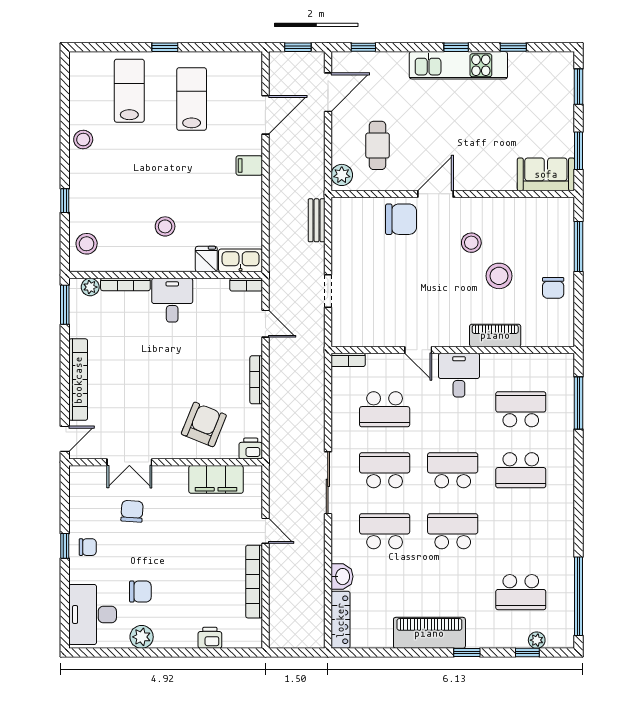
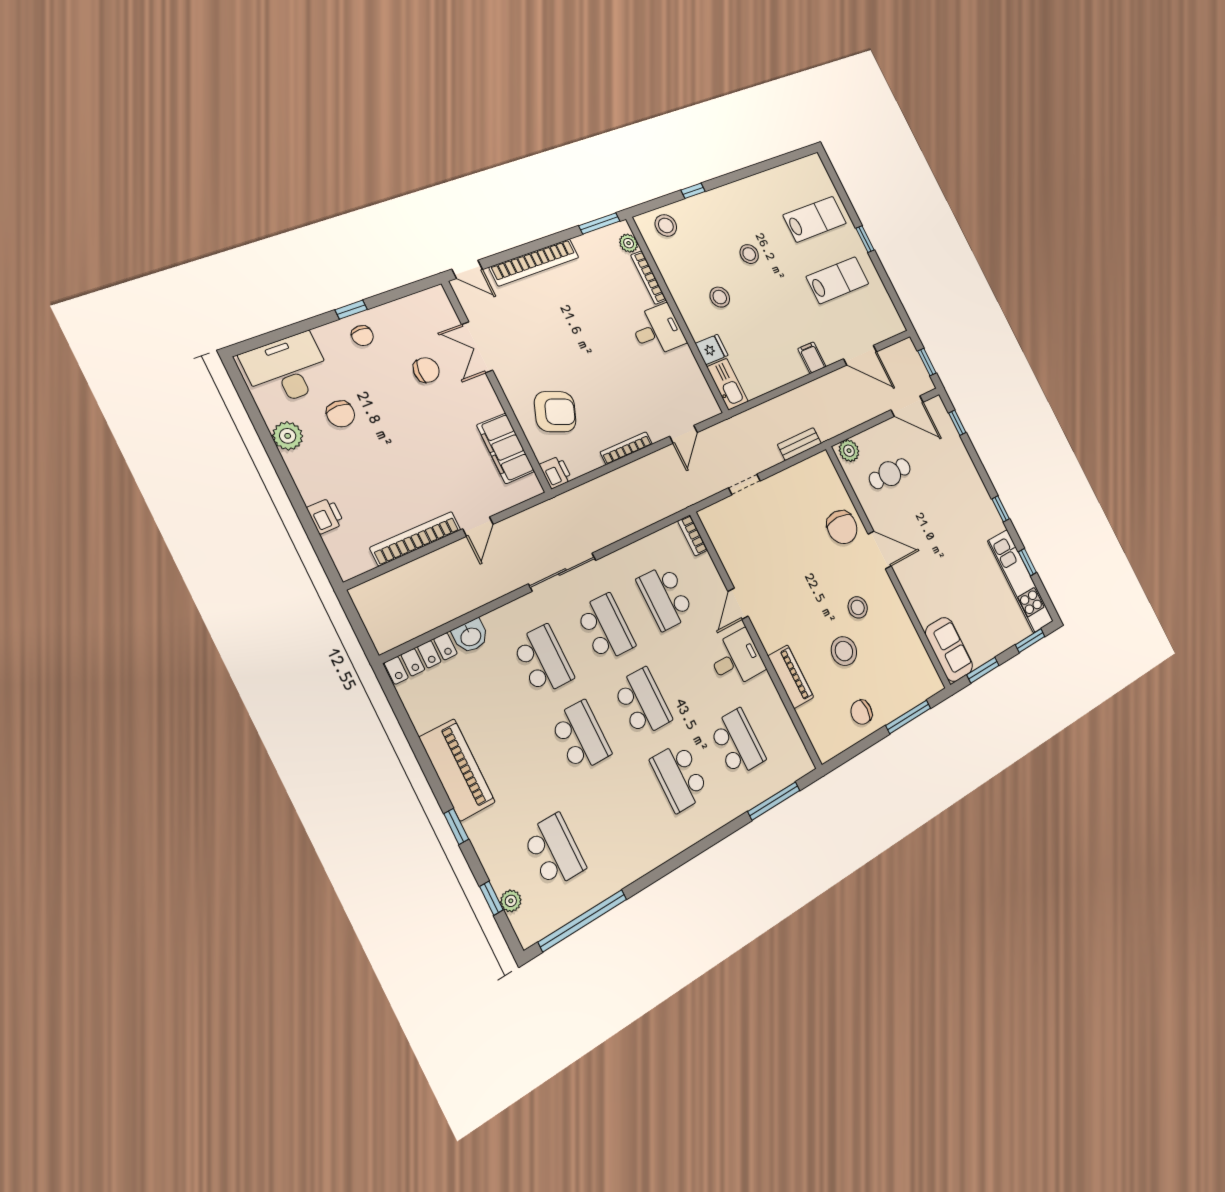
kitchen unit: (458, 65) -> (1020, 581), moved
stool: (83, 140) -> (749, 254), moved
bookcase: (246, 285) -> (709, 399), removed
school desk: (521, 592) -> (554, 851), turned 180

